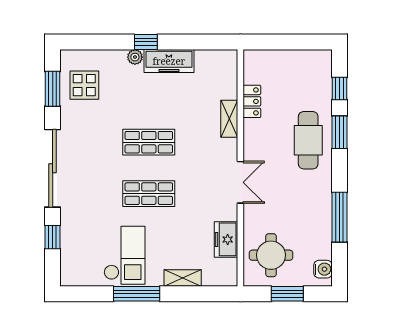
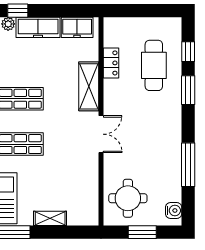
shelving: (229, 119) -> (89, 86), width x1.50, depth x1.33
cafe table: (308, 140) -> (154, 65), moved
freezer: (226, 239) -> (77, 27), moved, turned -90

